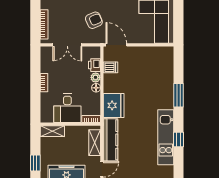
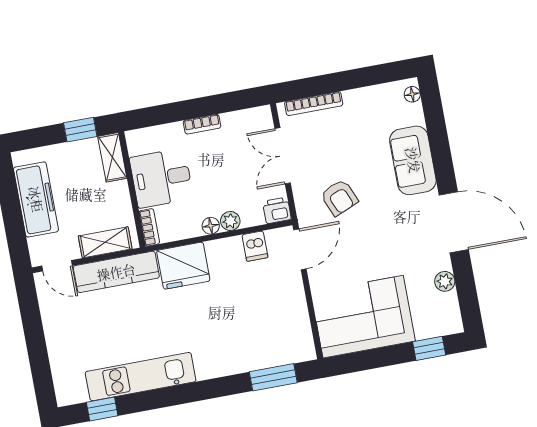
printer: (95, 65) -> (277, 210), moved
window: (178, 95) -> (273, 377), moved
window: (178, 139) -> (102, 409), moved
window: (35, 163) -> (80, 130), moved

